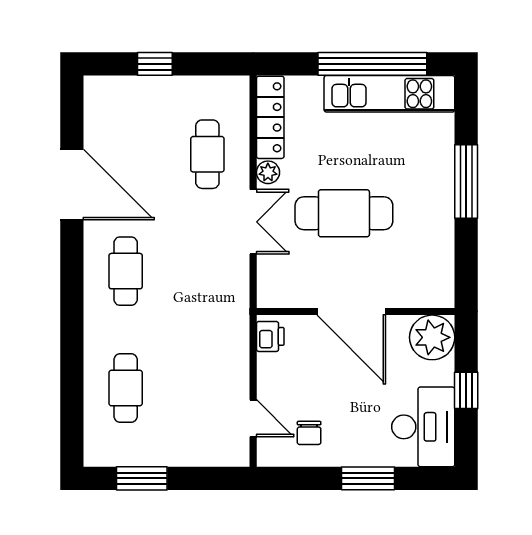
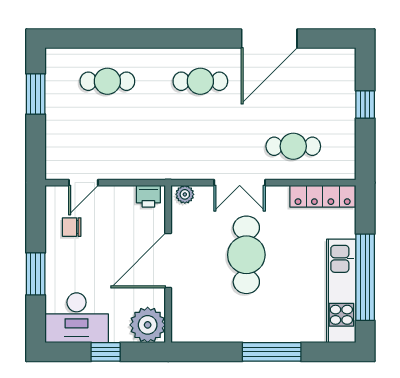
plant: (268, 172) -> (185, 194), moved

